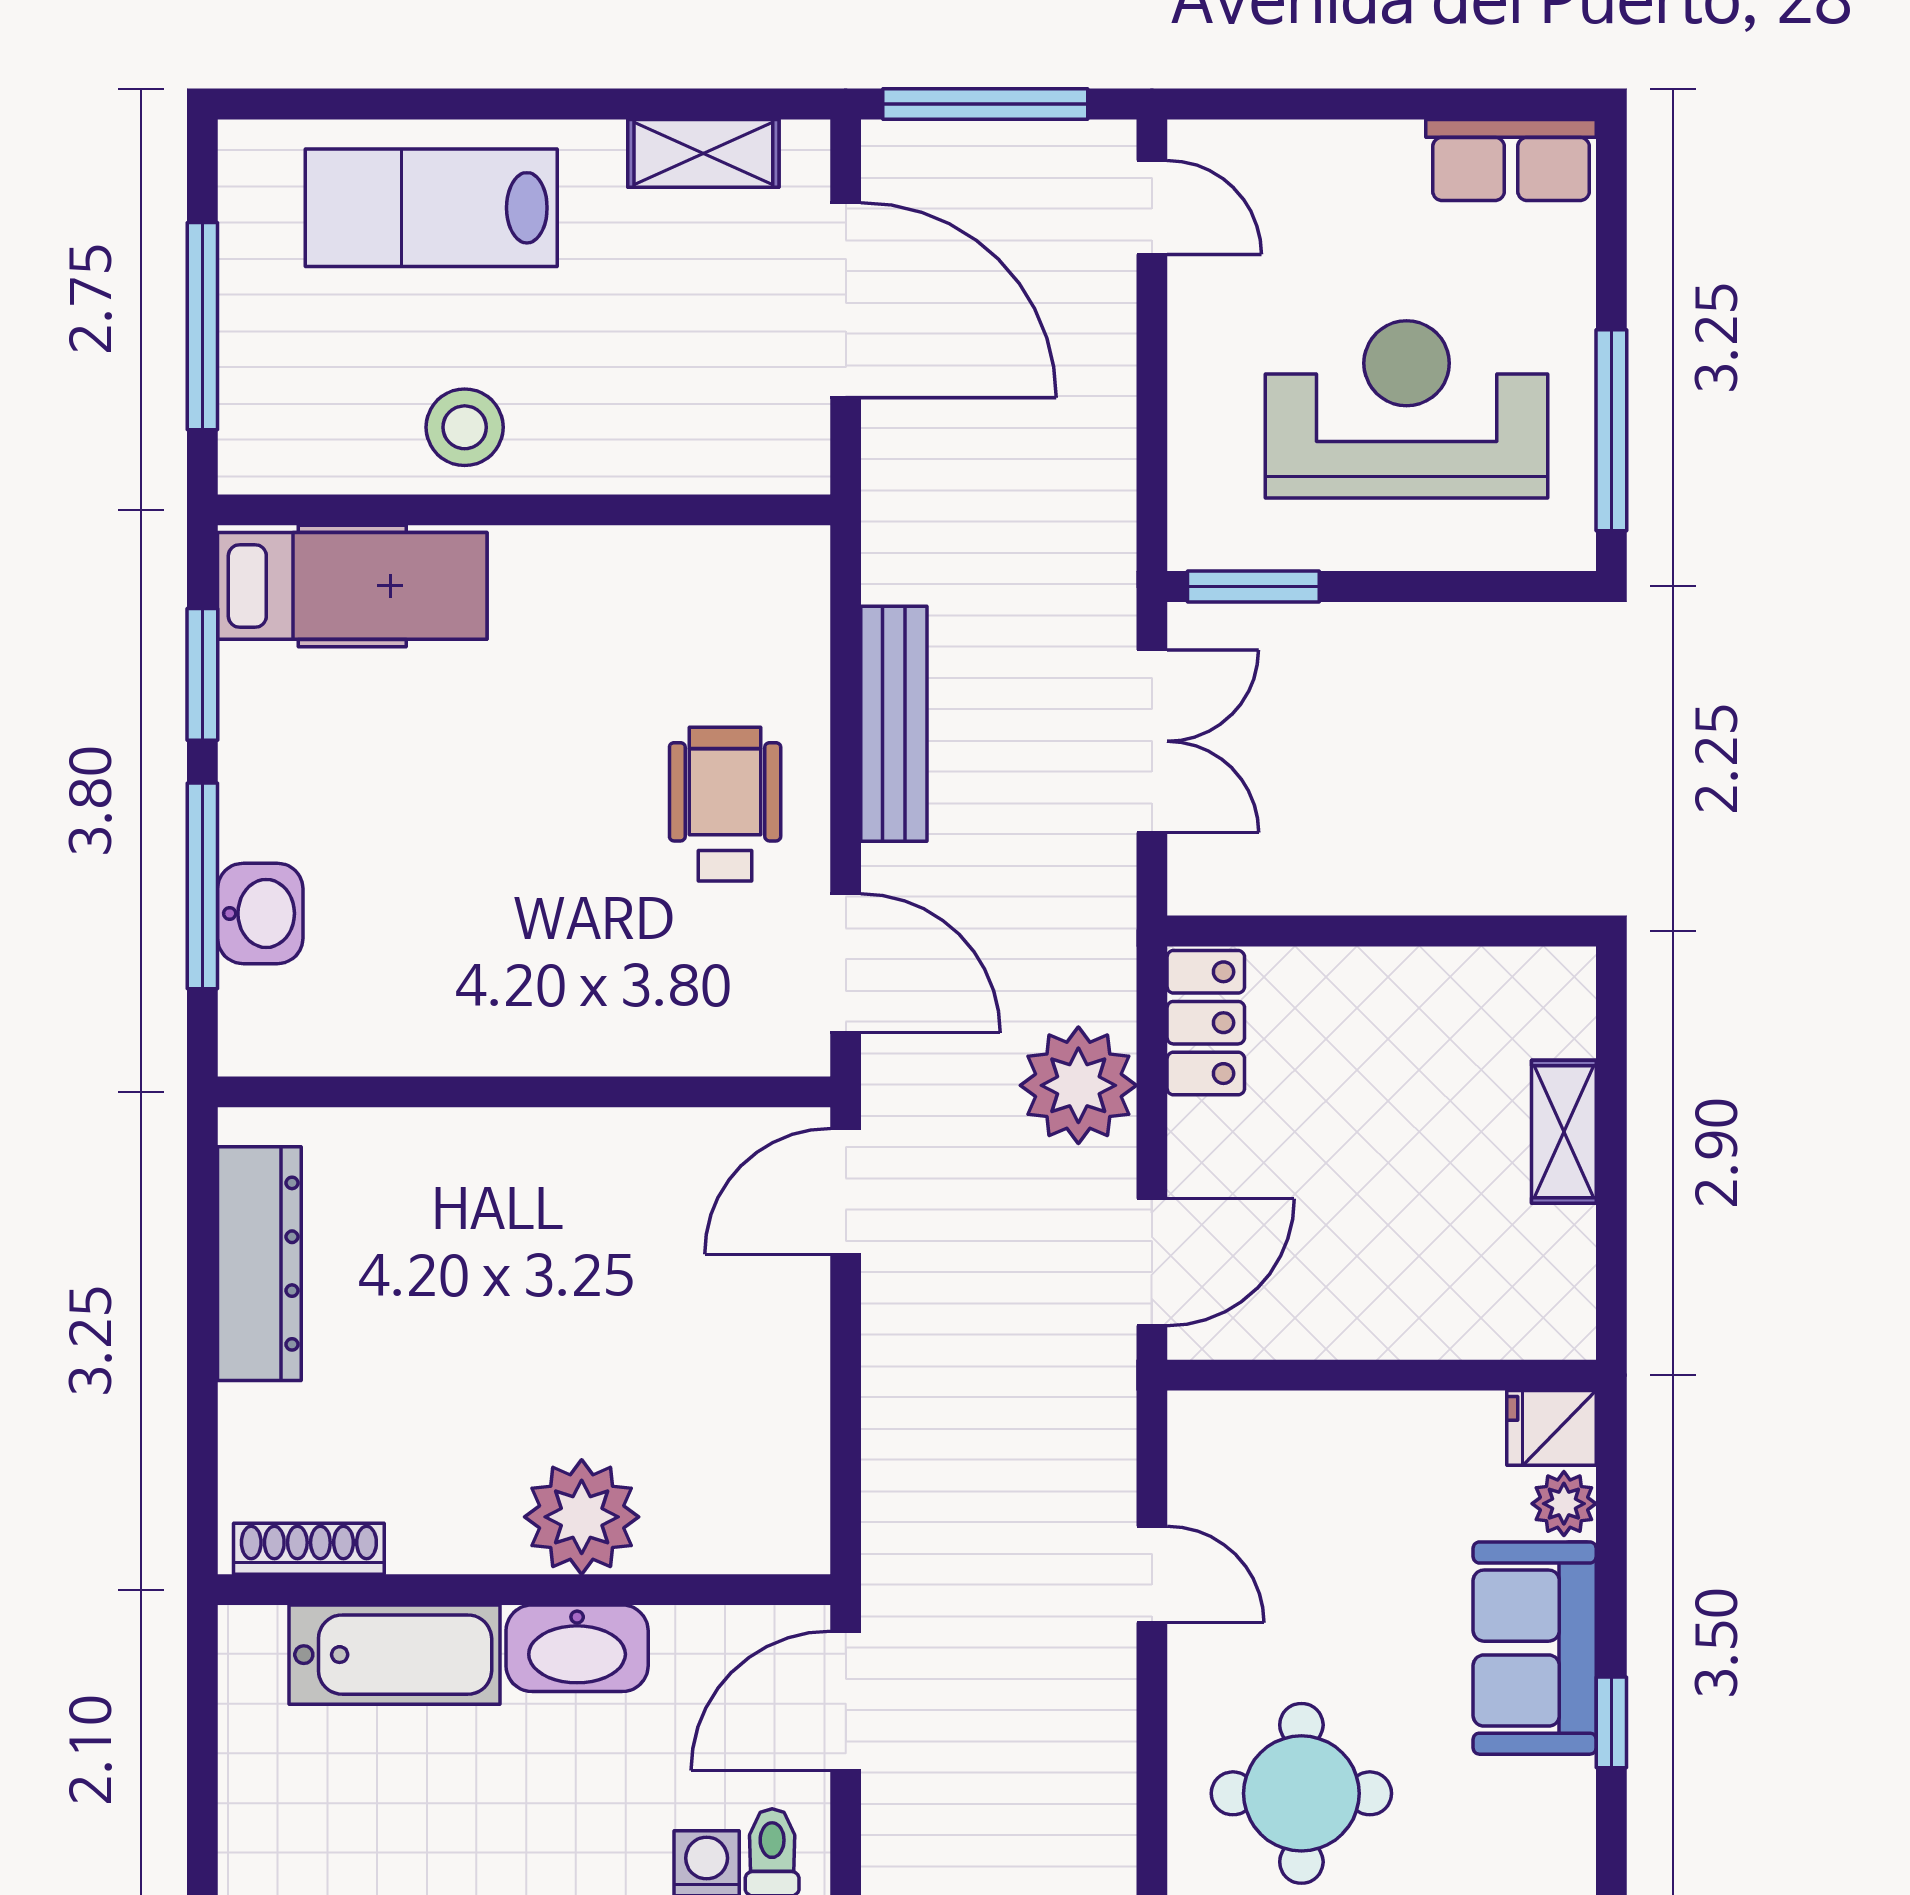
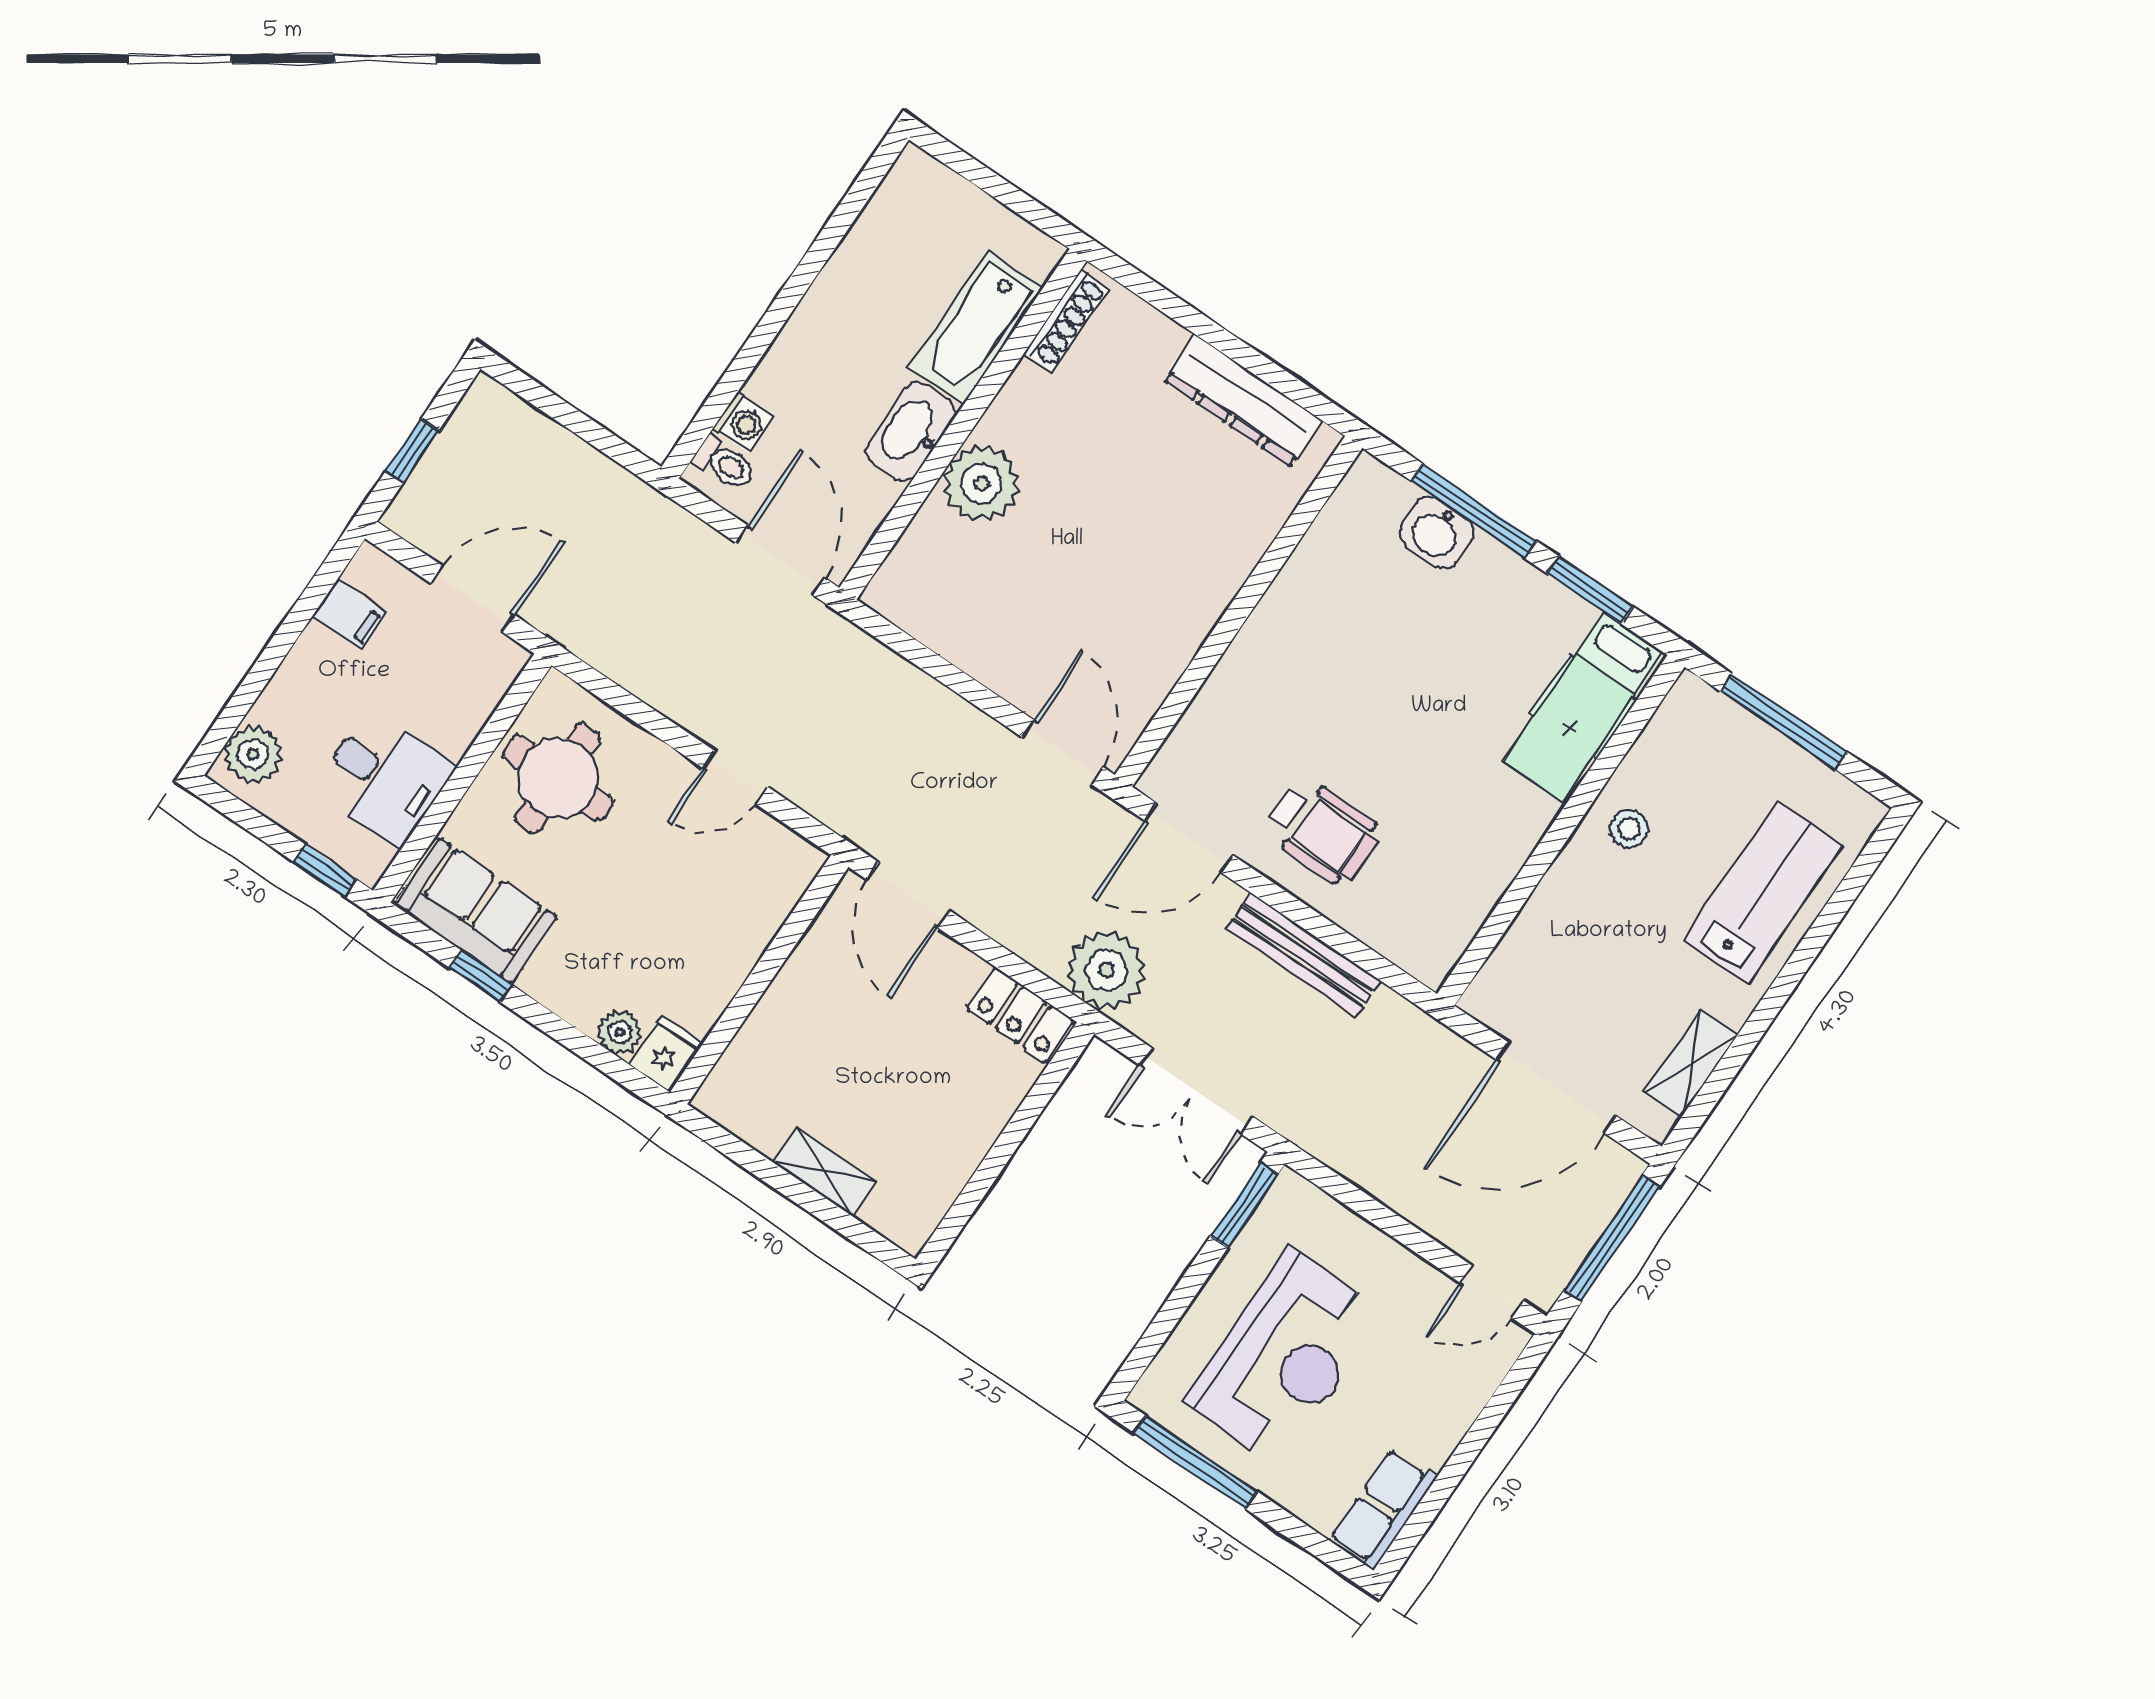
stool: (465, 427) -> (1629, 829), width x0.73, depth x0.73
plant: (1078, 1085) -> (1106, 970), moved
sofa: (1535, 1648) -> (476, 911), moved

